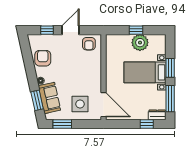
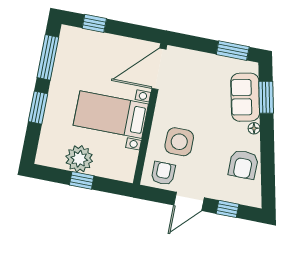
bed with nightstands: (145, 72) -> (111, 115), moved, turned 180
side table: (80, 104) -> (179, 142), moved
door: (103, 105) -> (159, 69), hinge flipped
dresser: (157, 115) -> (74, 35), removed

